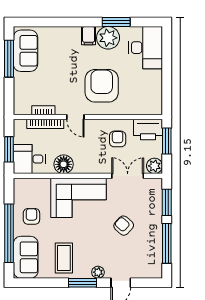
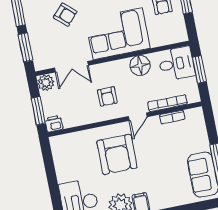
door: (75, 117) -> (138, 117), swing flipped
printer: (148, 130) -> (54, 124), width x0.53, depth x0.68
armchair: (118, 139) -> (107, 96), moved

